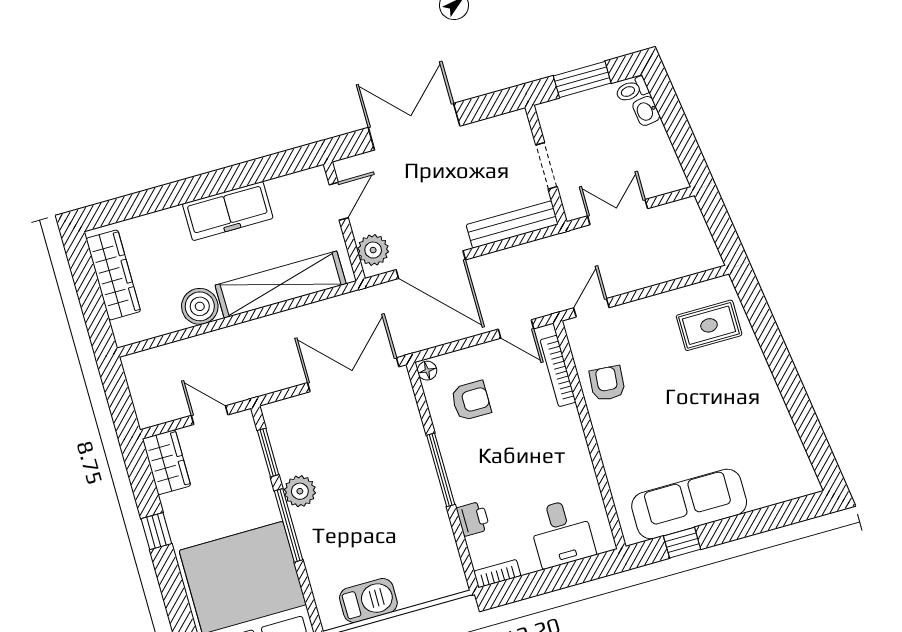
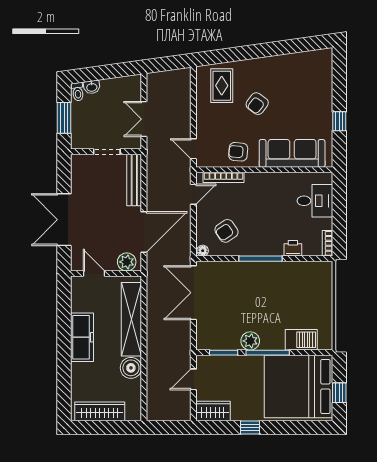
armchair: (696, 392) -> (257, 104), added
armchair: (471, 401) -> (226, 231), turned -124
sofa: (689, 504) -> (292, 153), moved, turned 90
window: (682, 543) -> (339, 121), moved
barbecue: (368, 600) -> (301, 340), moved, turned 90

